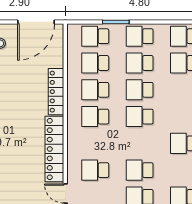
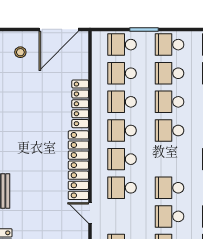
school desk: (95, 143) -> (122, 159), added

